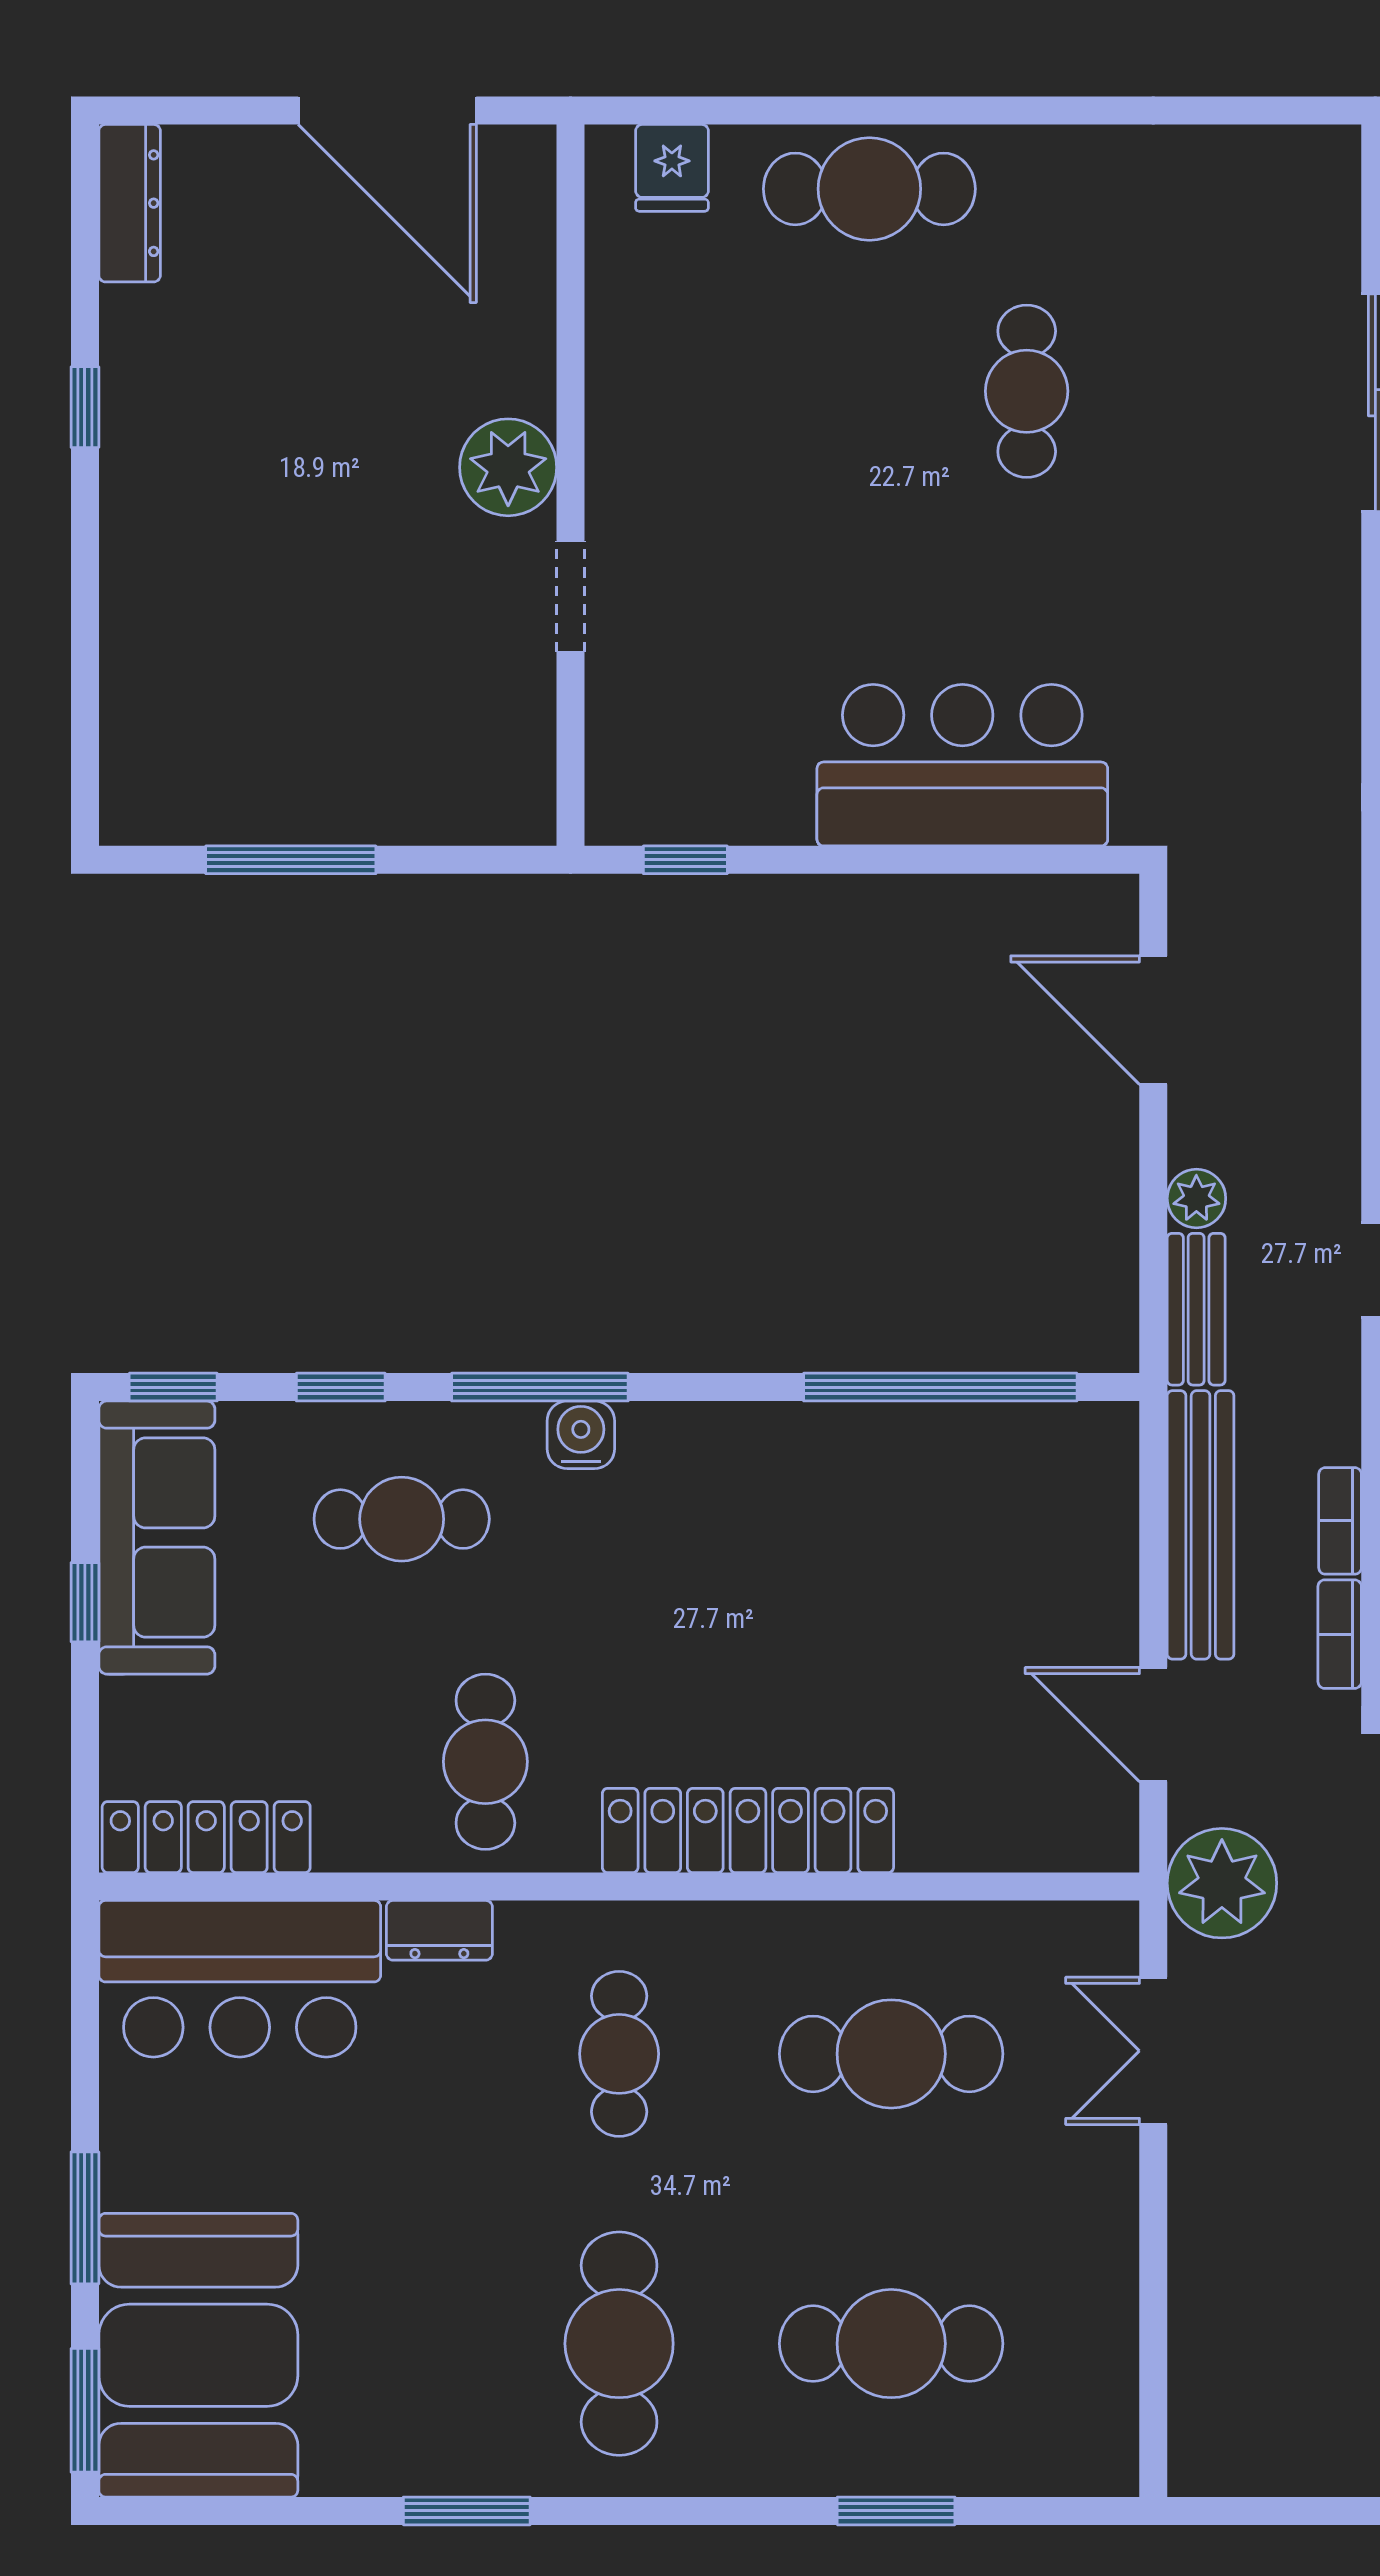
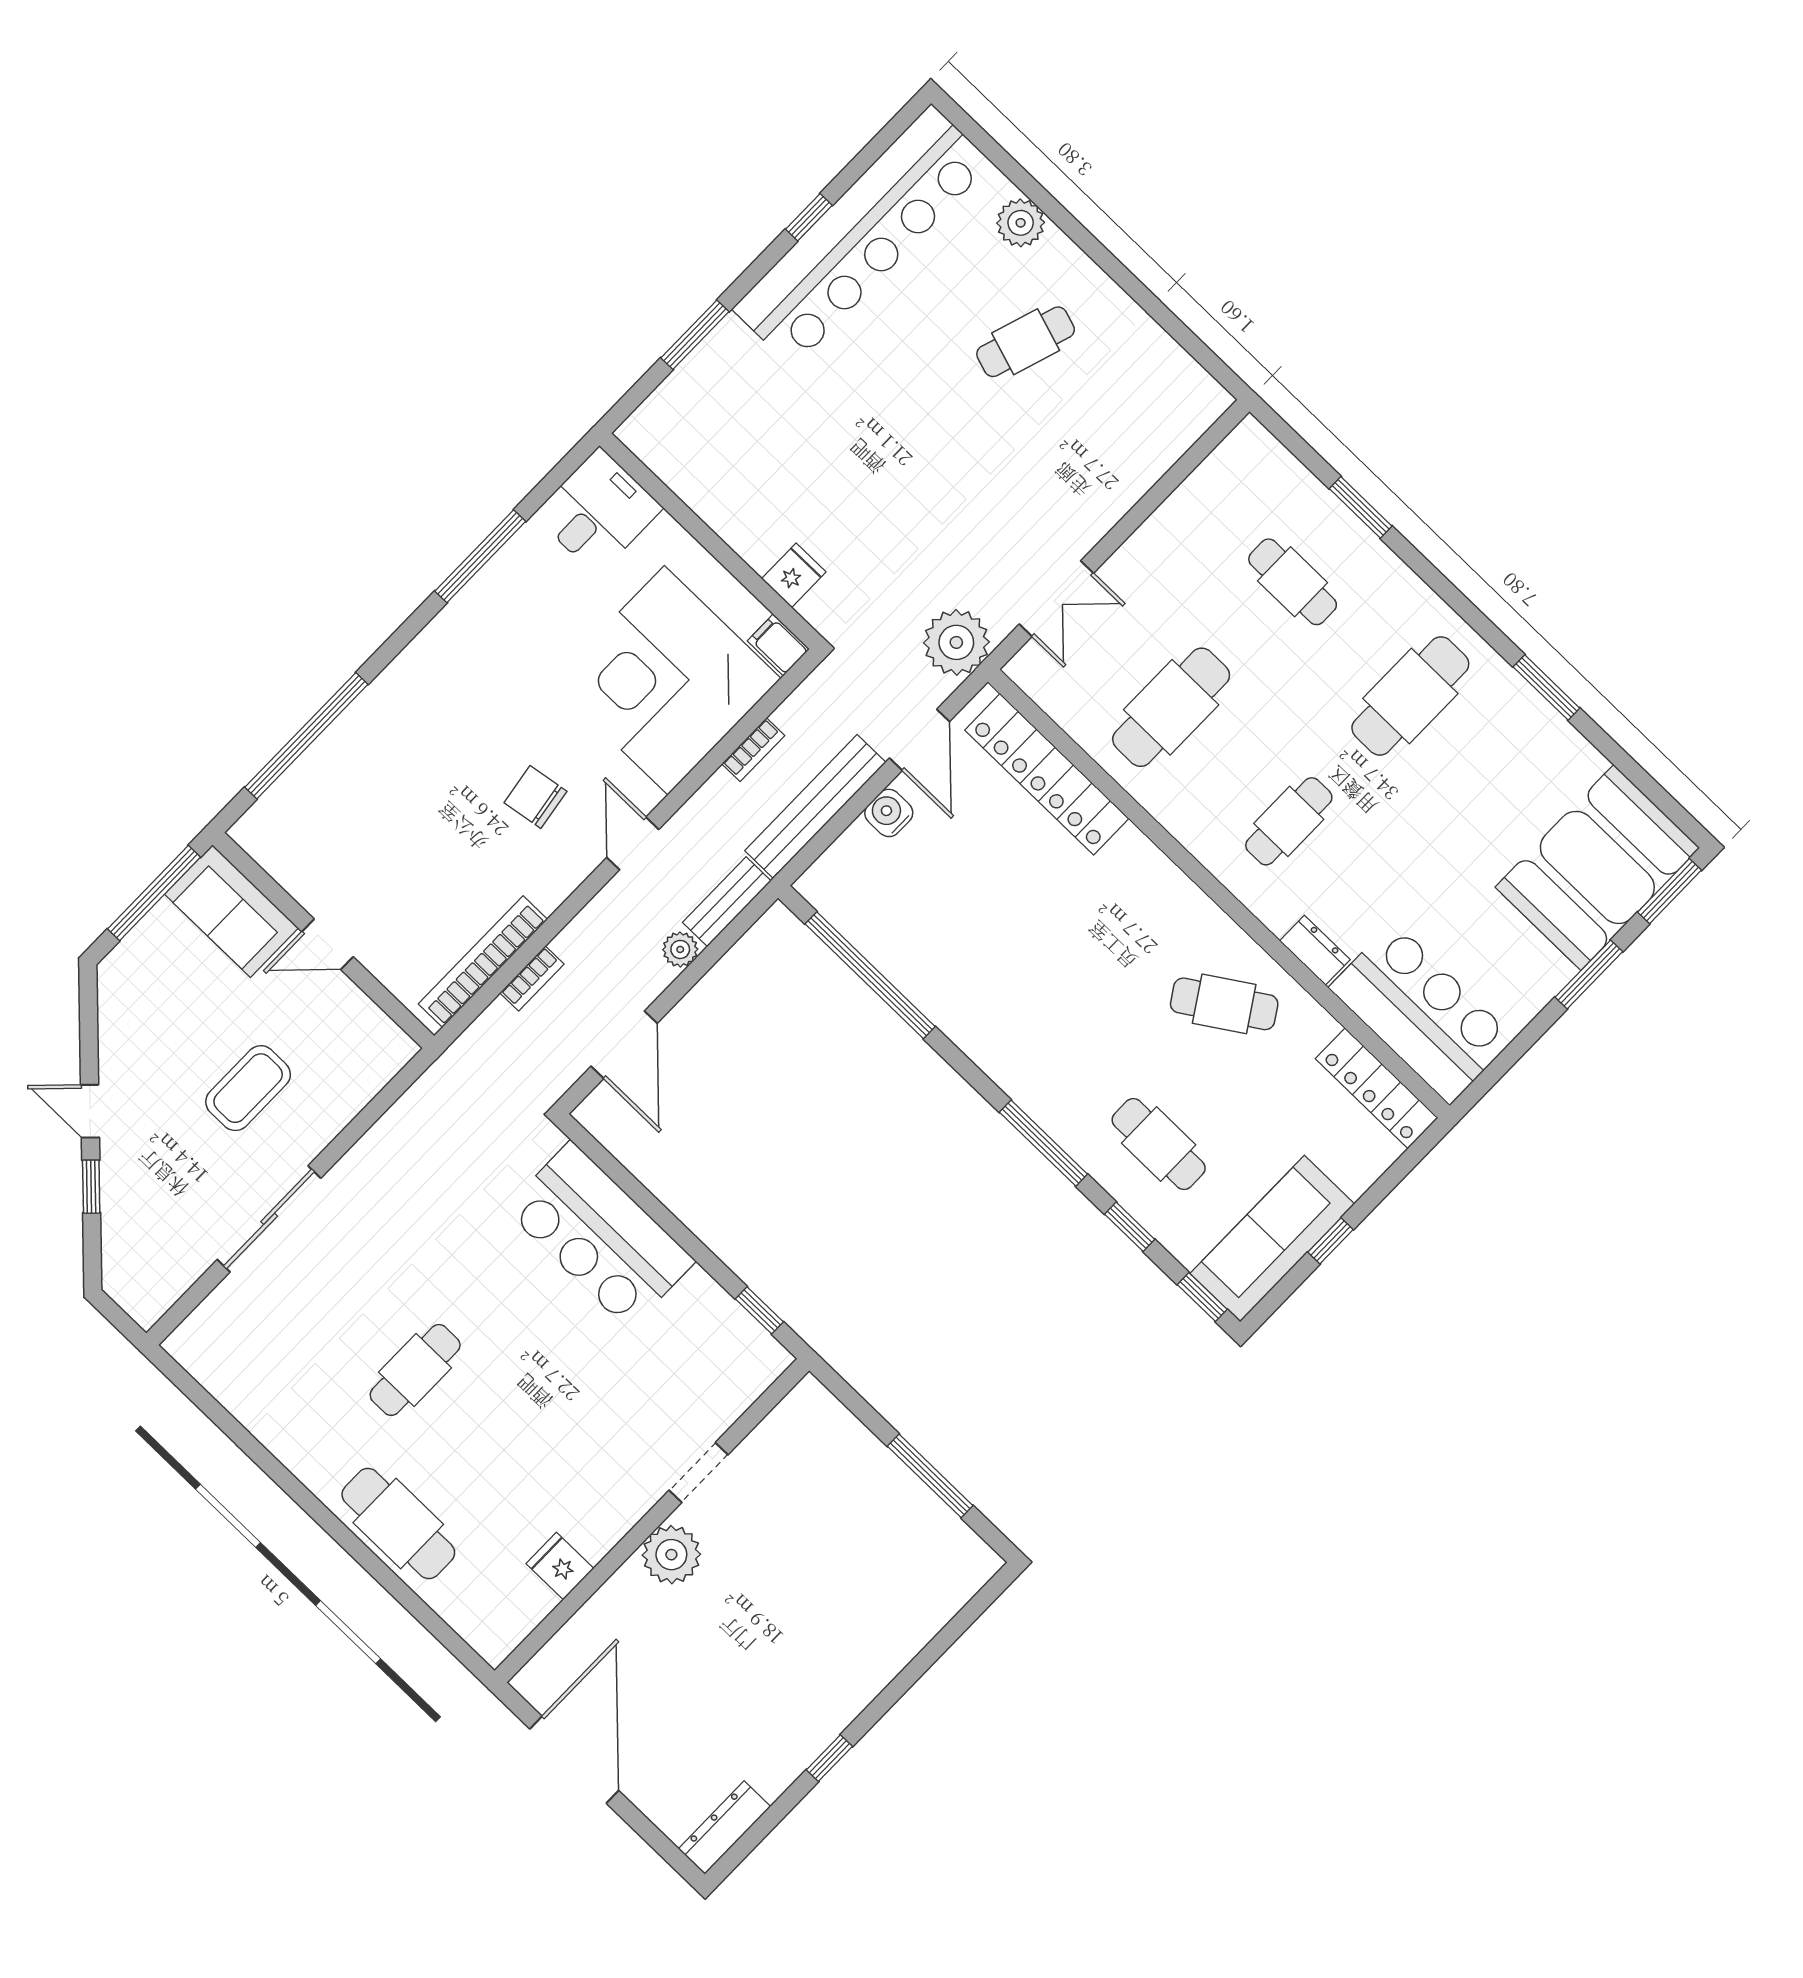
fridge: (672, 168) -> (560, 1566), moved, turned -90
water cooler: (581, 1435) -> (889, 813), moved, turned 90
bookcase: (1340, 1634) -> (532, 978), moved
cafe table: (485, 1762) -> (1224, 1004), turned 57
locker: (748, 1831) -> (1047, 774), moved
cafe table: (891, 2054) -> (1171, 707), turned 90
cafe table: (891, 2344) -> (1293, 582), width x0.73, depth x0.74

